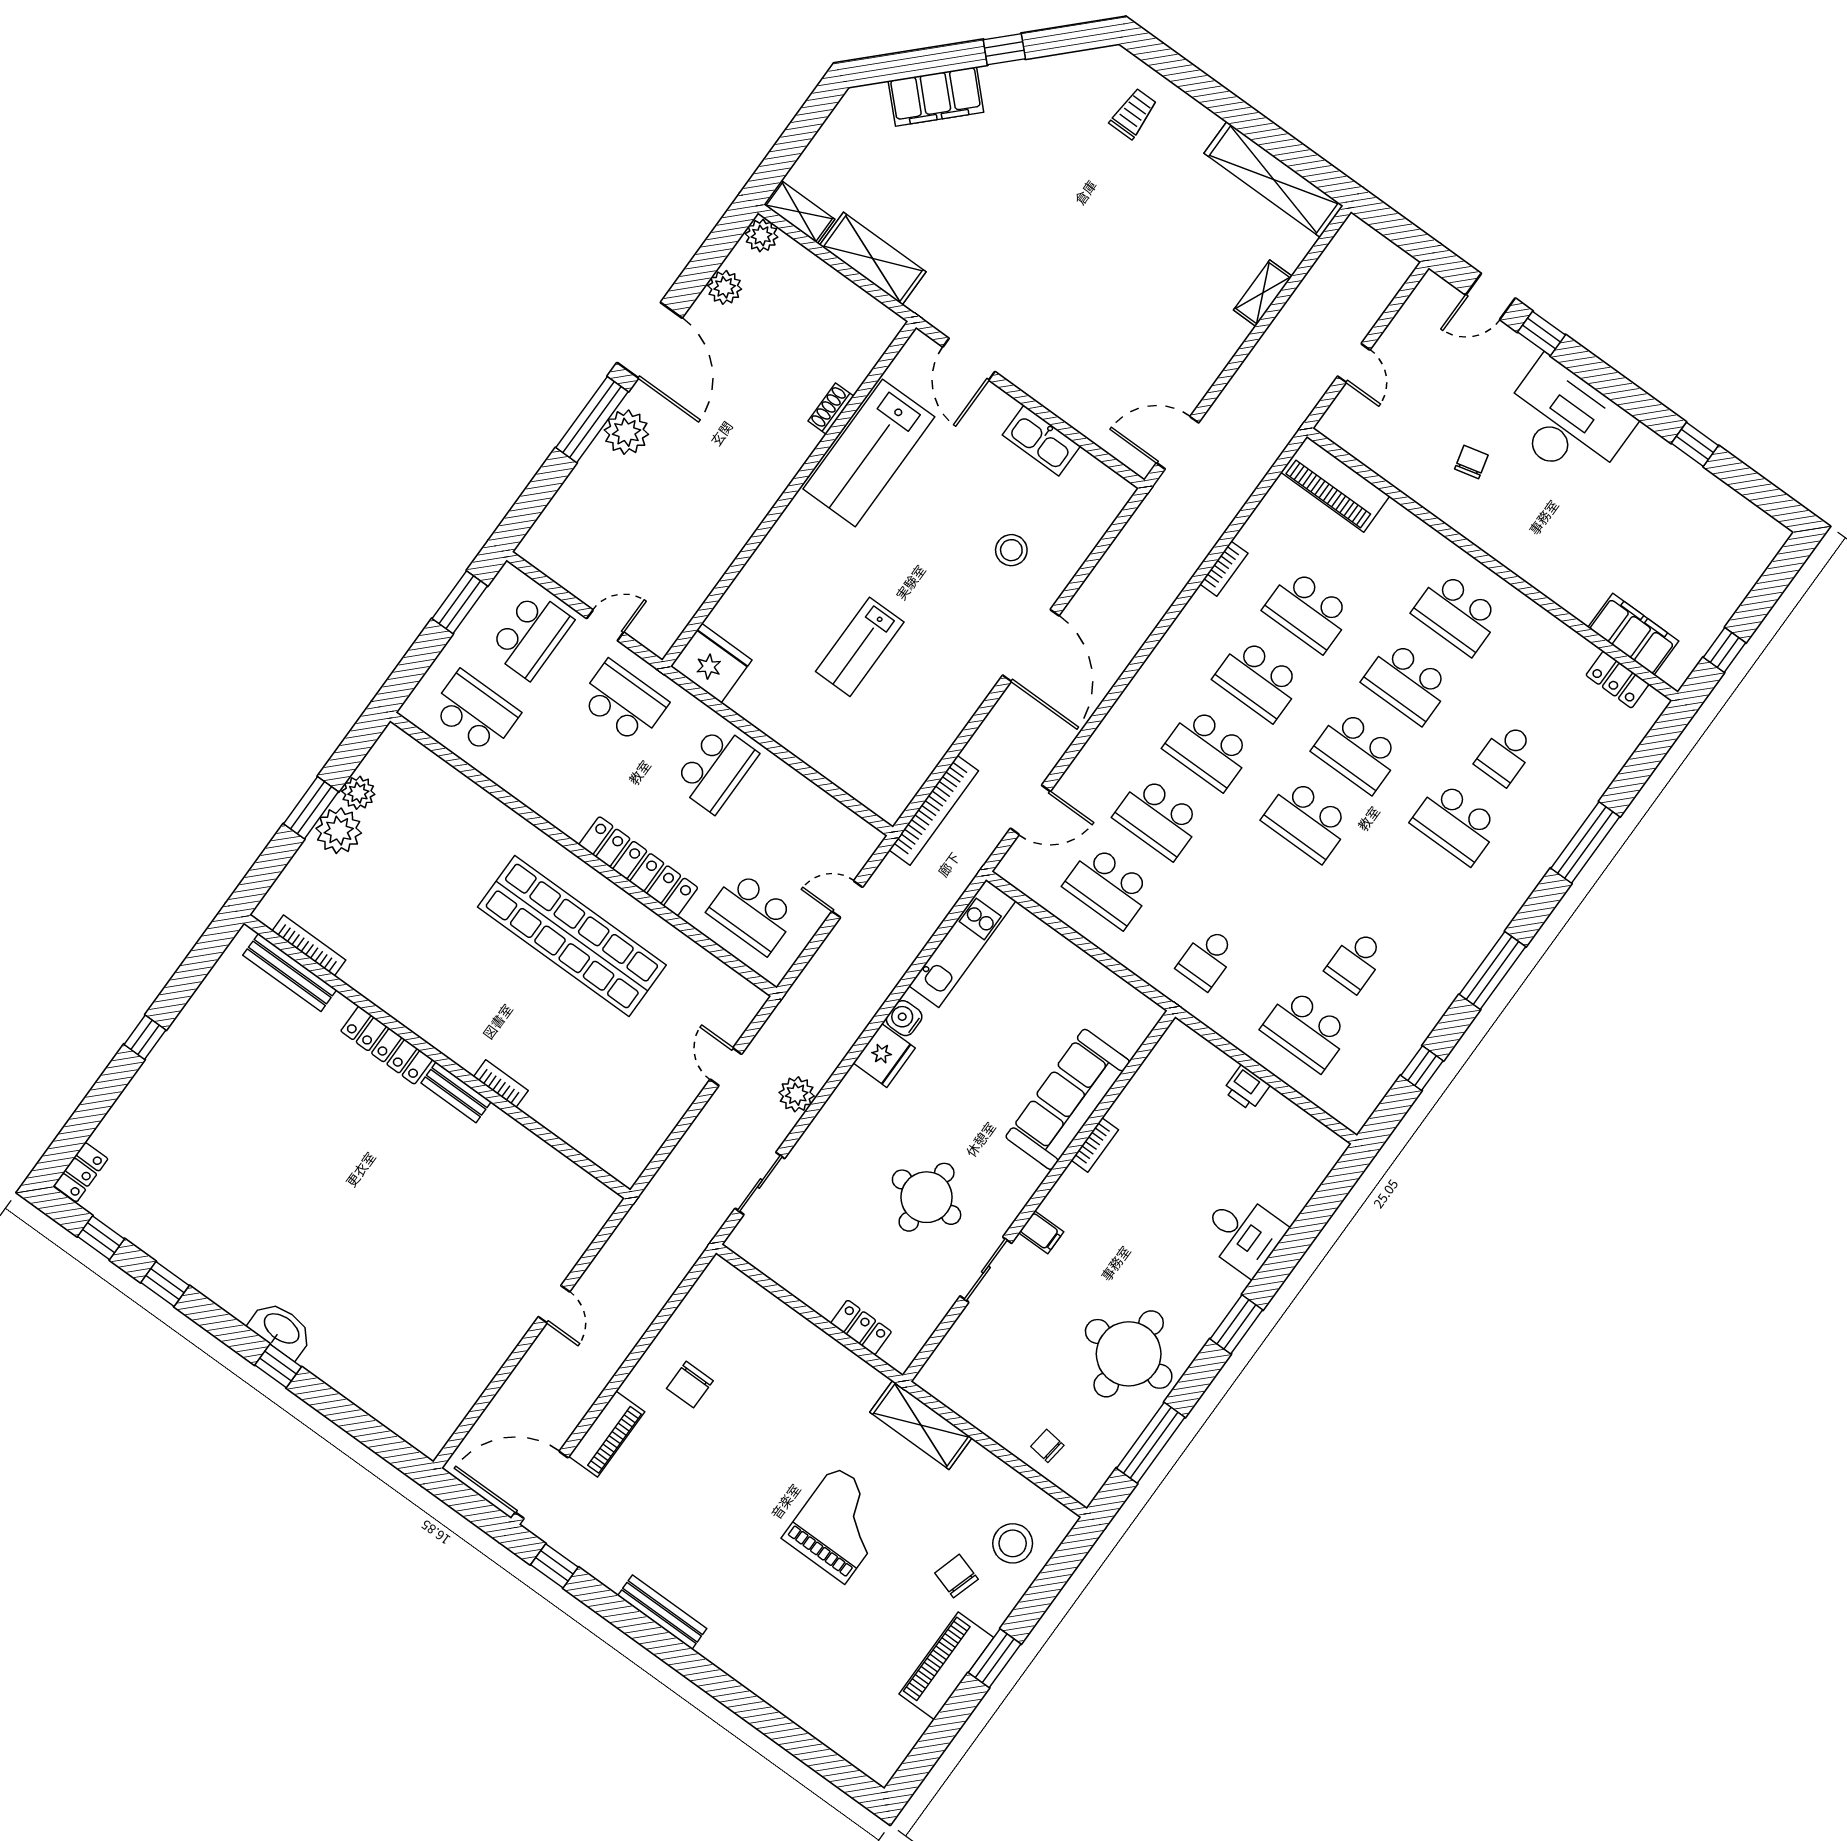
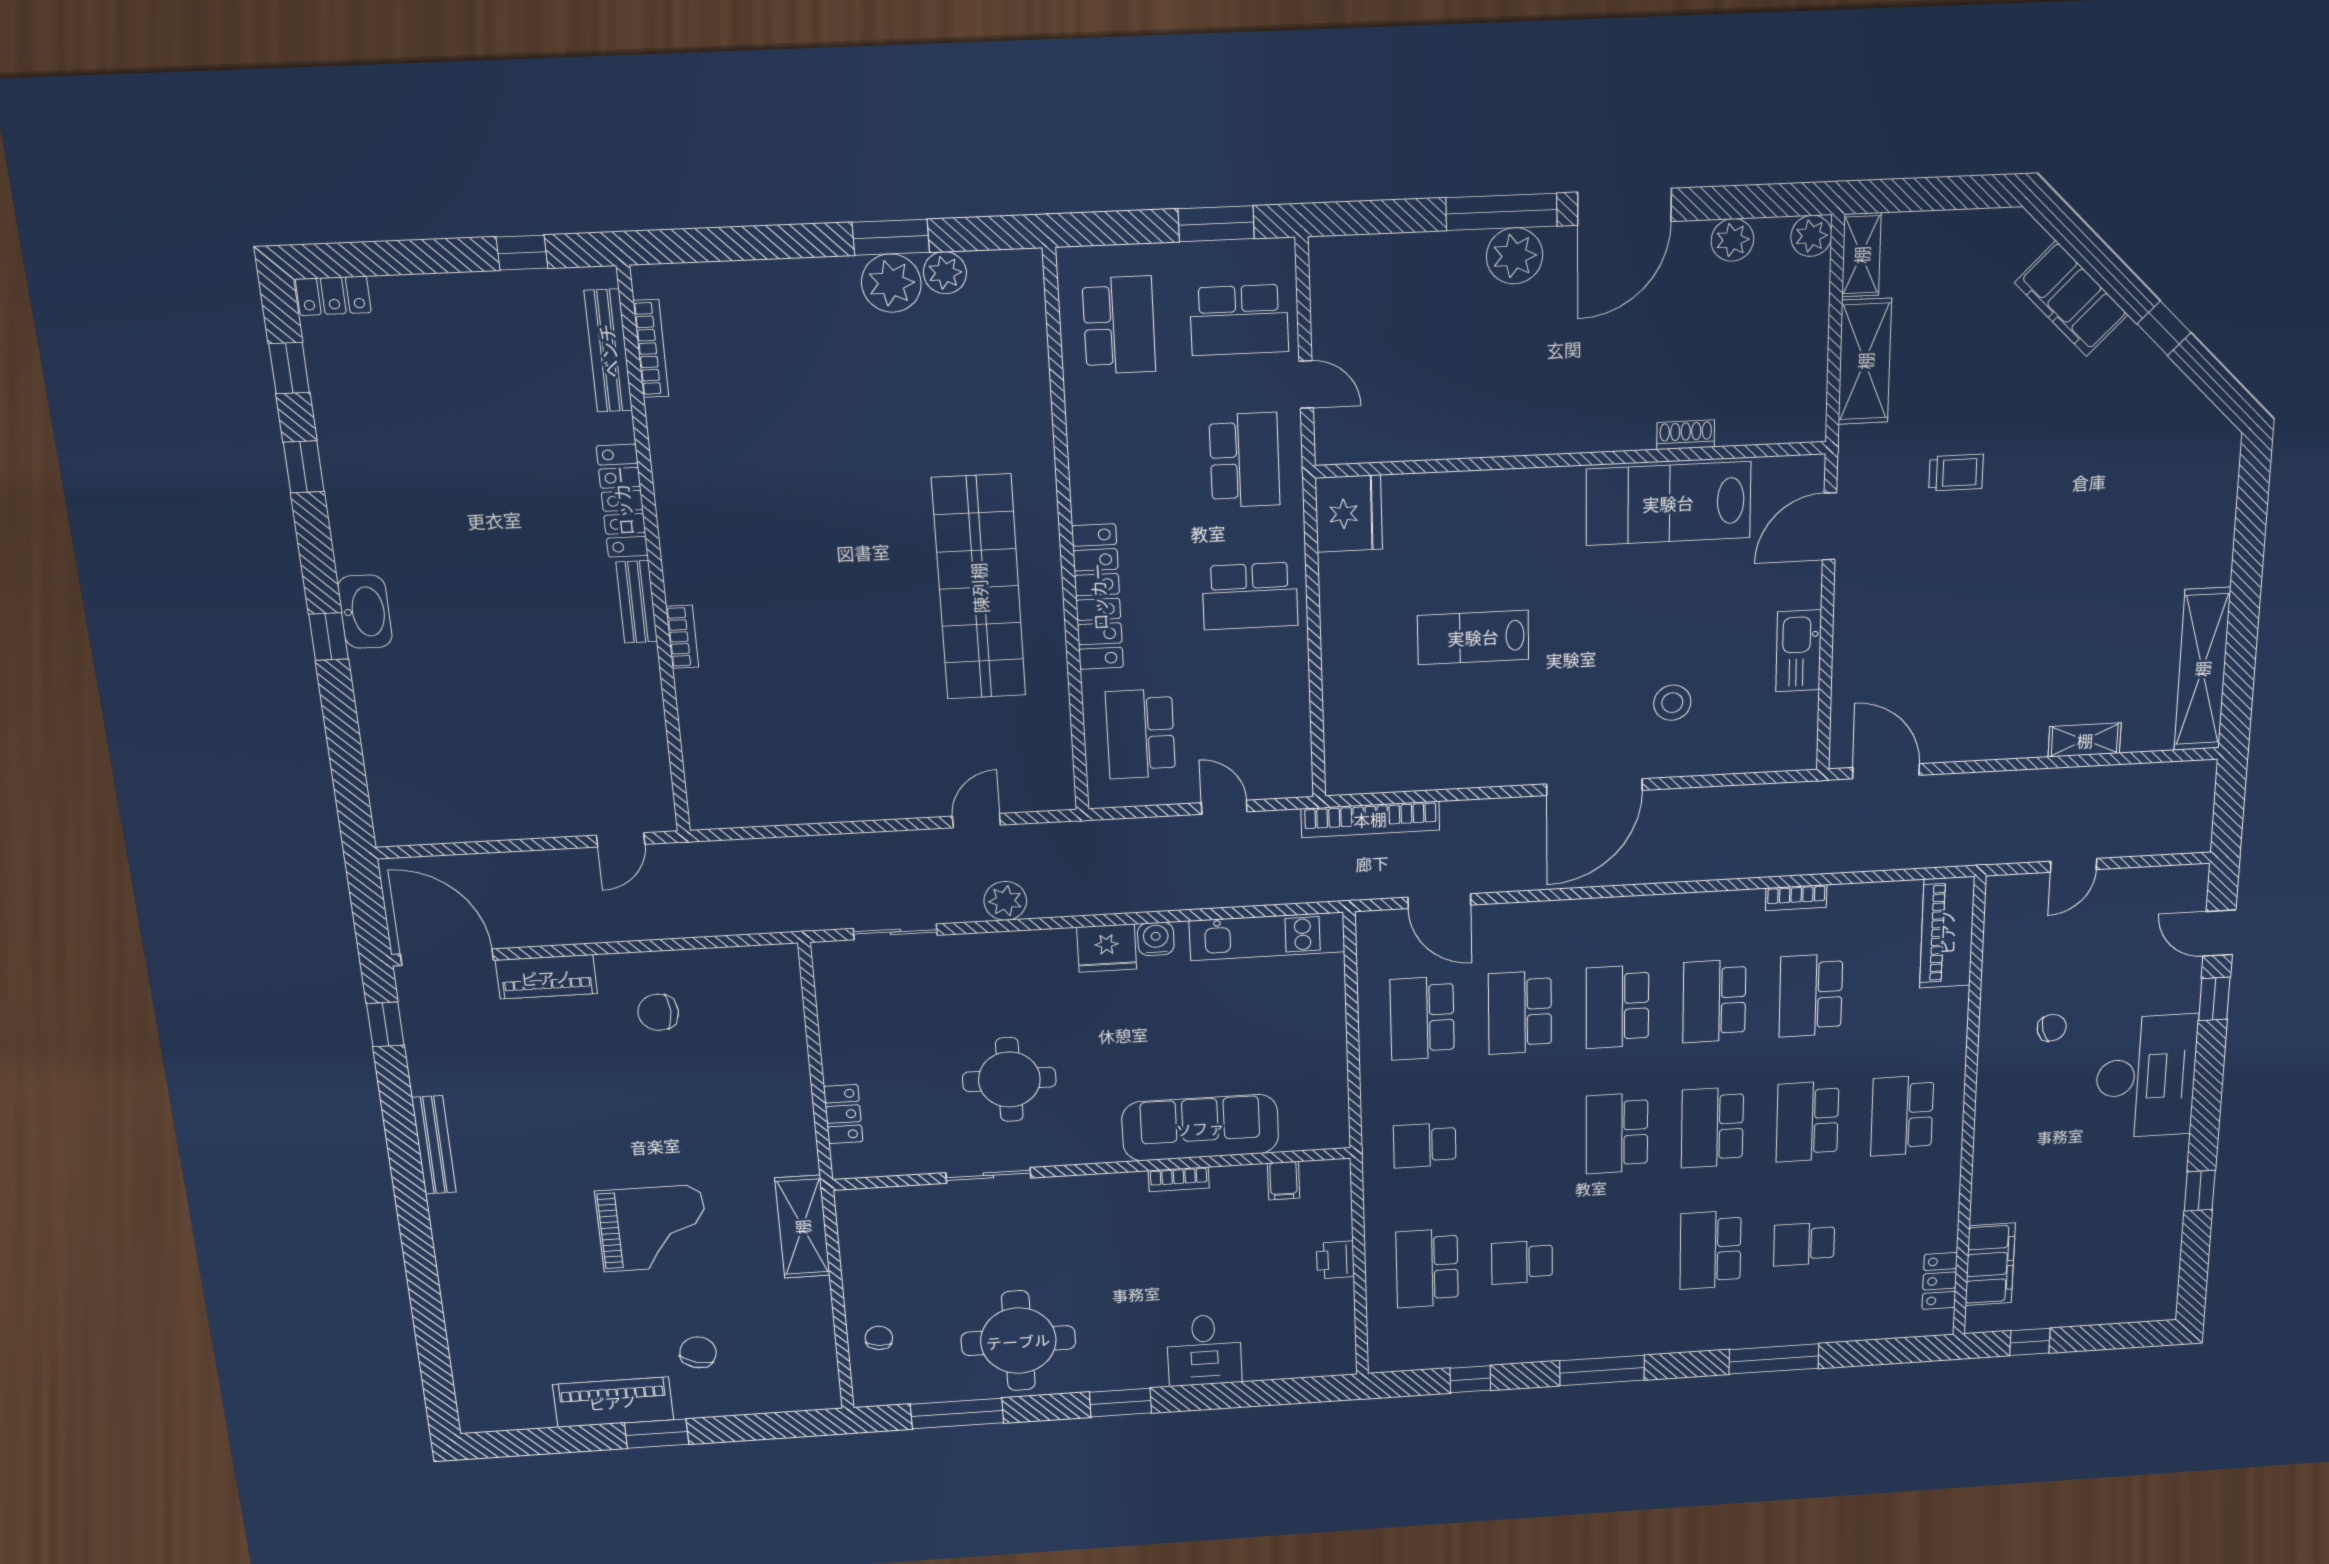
trolley: (1133, 114) -> (1956, 473), moved
bookcase: (309, 946) -> (651, 348), moved
bench: (290, 972) -> (608, 351), moved
locker: (387, 1045) -> (622, 501), moved
wall: (437, 1056) -> (654, 557), moved
bookcase: (501, 1084) -> (682, 637), moved
bench: (456, 1092) -> (637, 602), moved
filing cabinet: (1041, 1232) -> (1284, 1181), moved
stool: (1013, 1543) -> (769, 1374), removed

